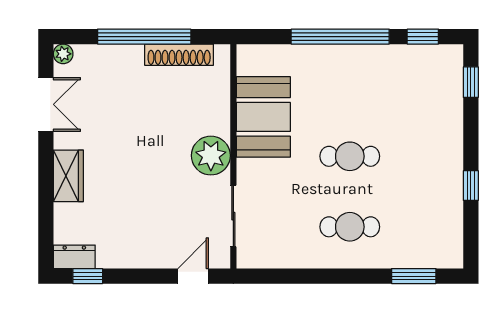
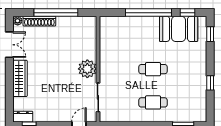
shoe rack: (179, 55) -> (39, 21), moved
booth: (263, 117) -> (179, 29), moved, turned 90
wardrobe: (68, 176) -> (20, 78), width x1.50

